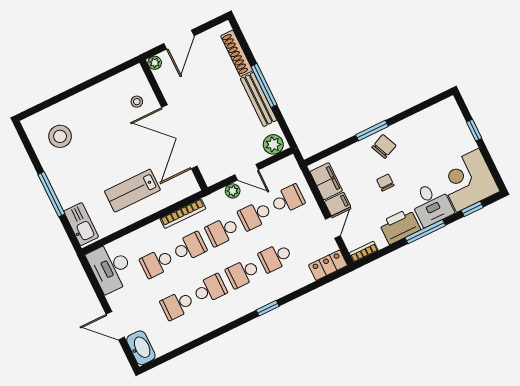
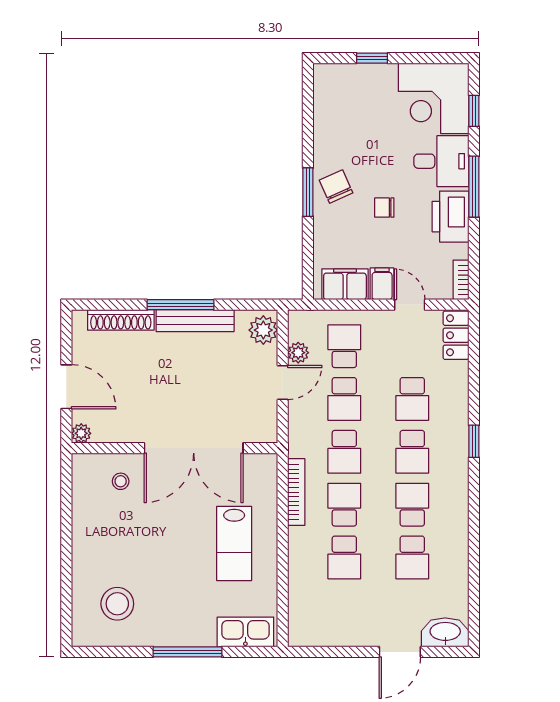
plant: (233, 191) -> (298, 353), moved
desk: (111, 267) -> (321, 621), removed

